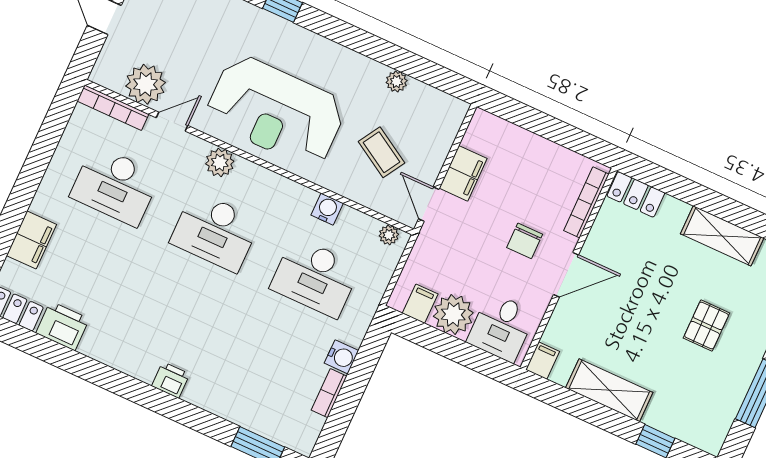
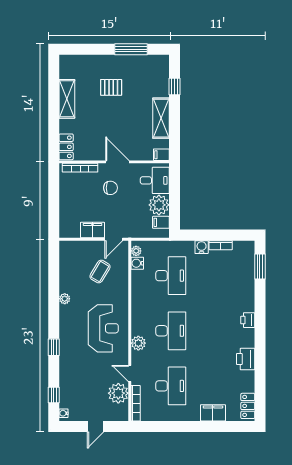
plant: (397, 81) -> (65, 299), moved
reception desk: (276, 111) -> (103, 328), width x0.74, depth x0.77
water cooler: (327, 209) -> (137, 263), moved
printer: (63, 326) -> (246, 359), moved

